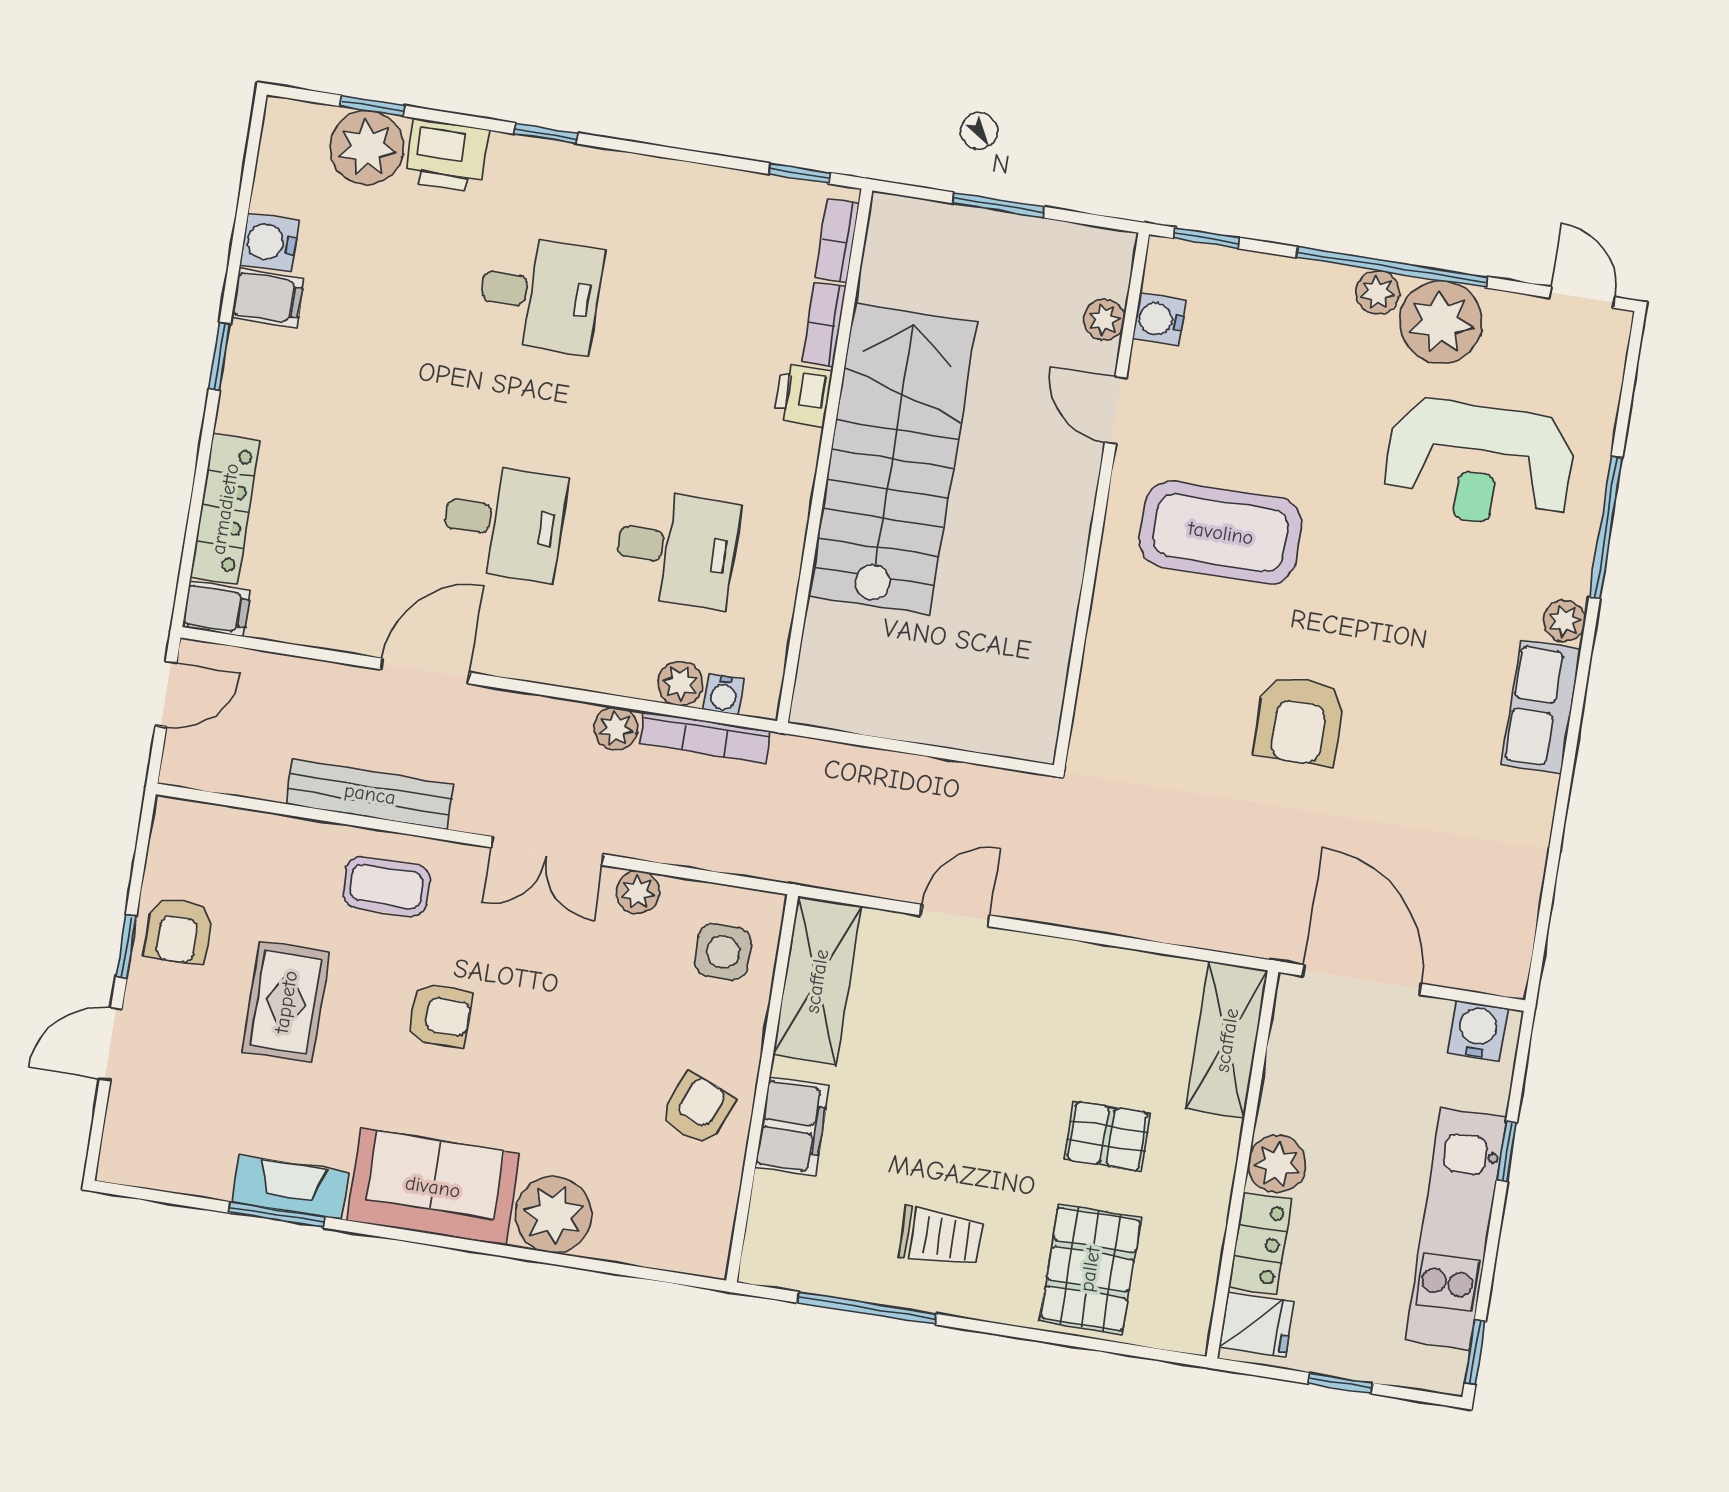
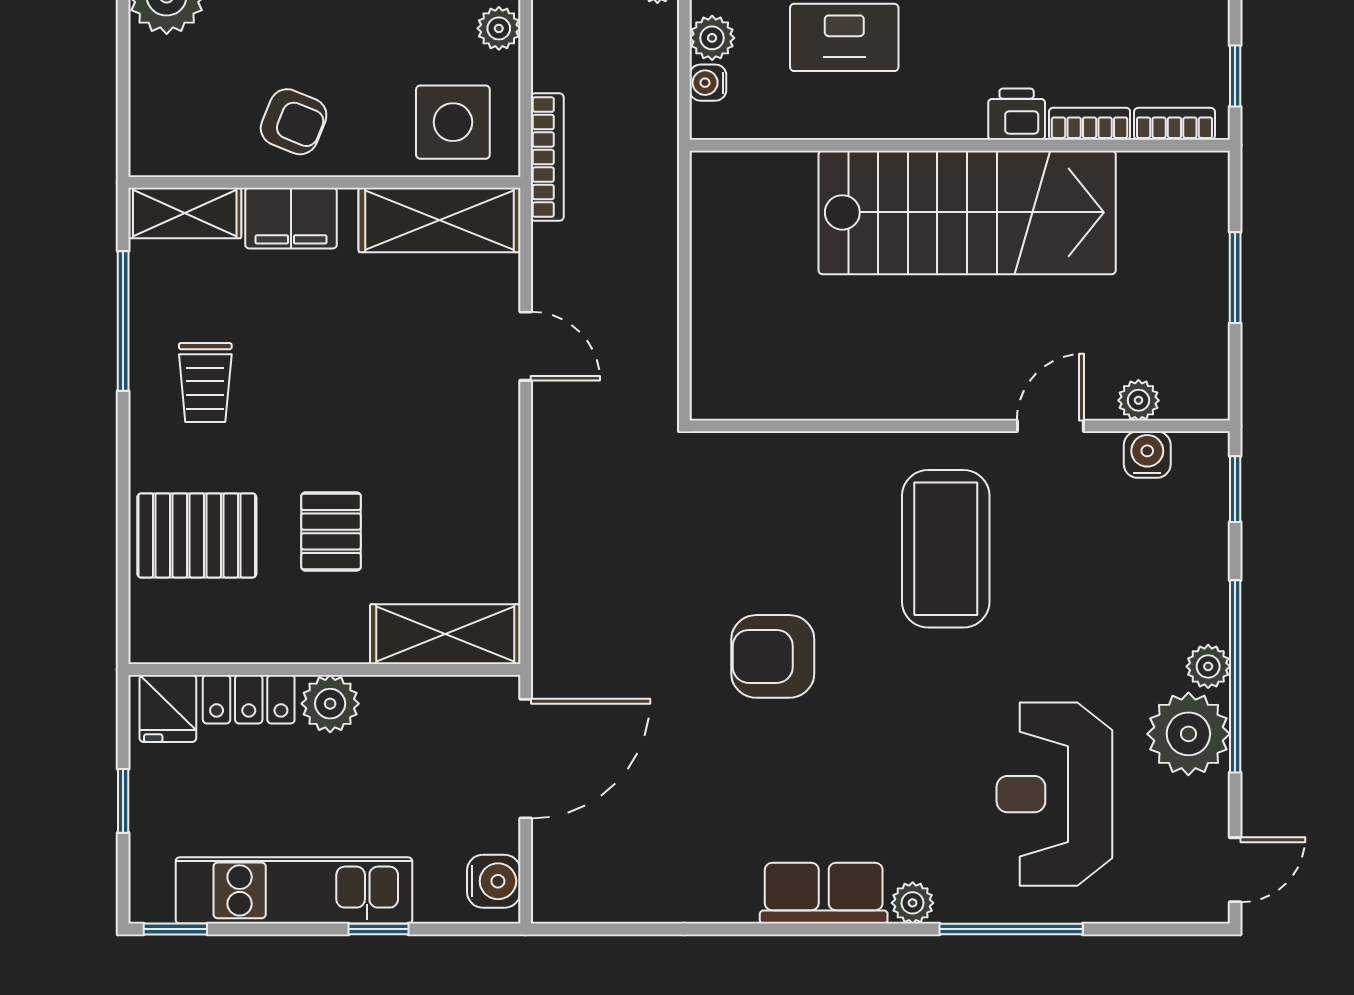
bookcase: (705, 737) -> (547, 157), moved, turned 180
side table: (723, 952) -> (453, 122), width x1.37, depth x1.37
shelving: (771, 1231) -> (185, 213), added

